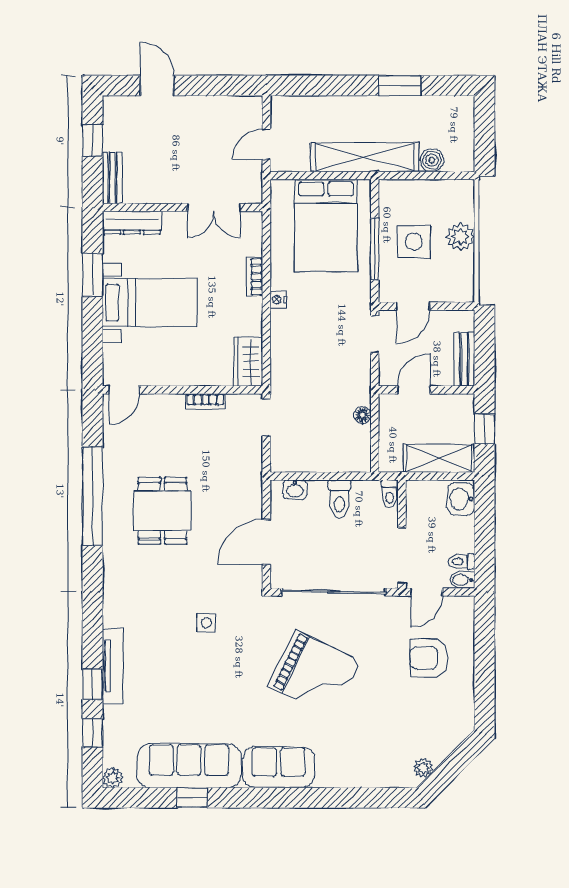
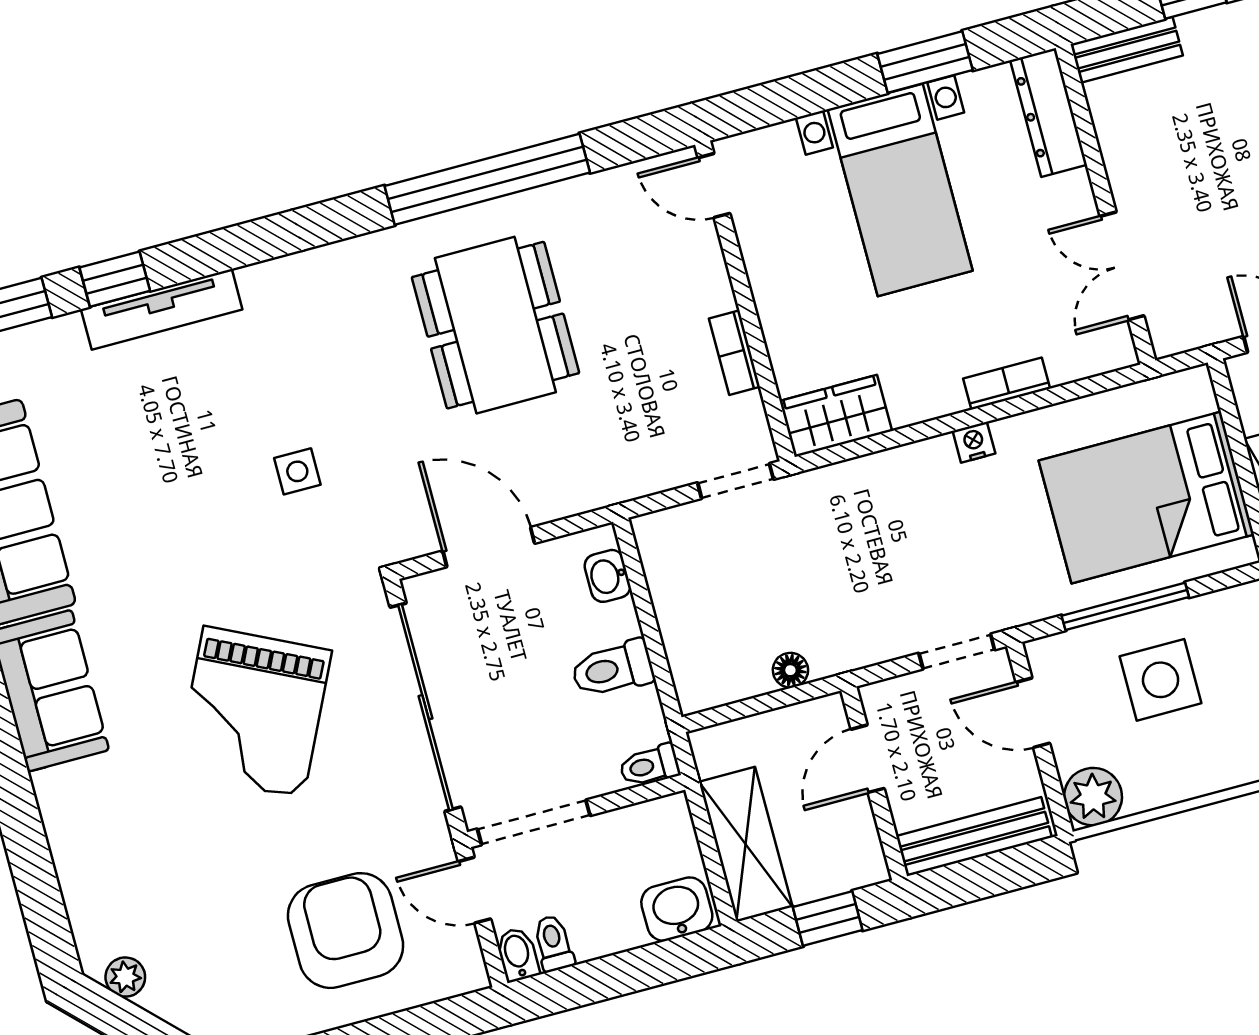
plant: (460, 237) -> (1093, 797), moved
bench: (464, 359) -> (974, 837), width x1.36
door: (414, 390) -> (868, 759), swing flipped
dining table: (162, 511) -> (495, 325), width x1.37
armchair: (429, 658) -> (346, 931), width x1.36, depth x1.36

